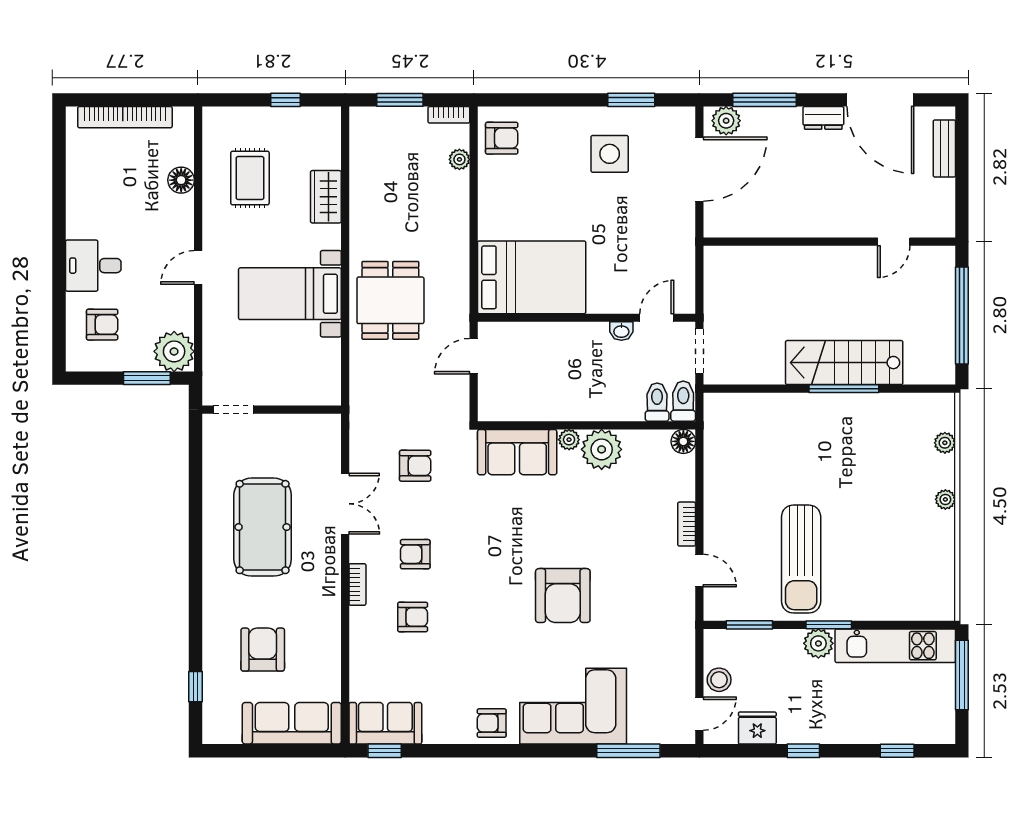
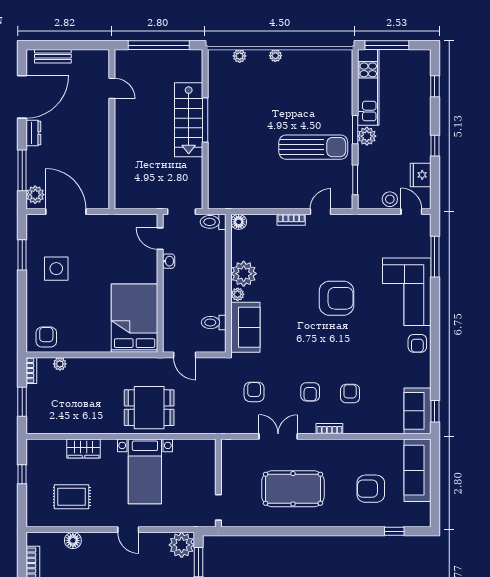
toilet: (657, 402) -> (214, 323), moved

